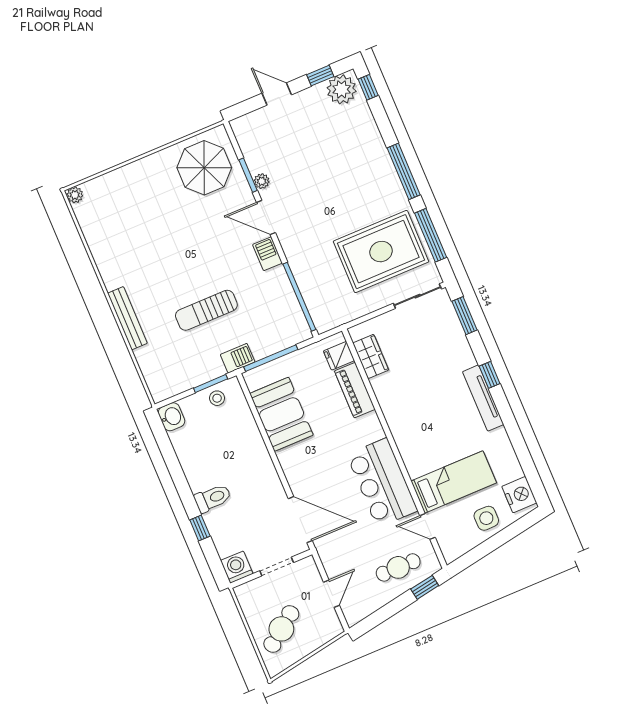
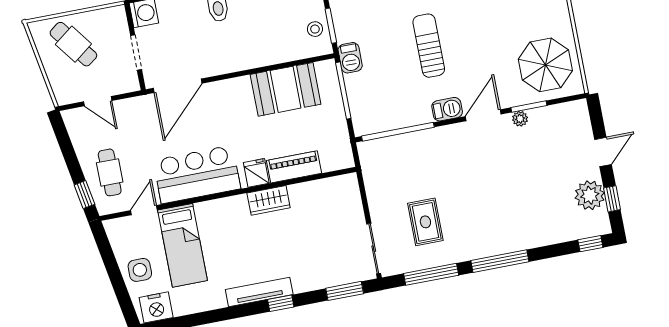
plant: (342, 89) -> (590, 195), moved
rug: (381, 252) -> (425, 222), width x0.54, depth x0.49
sun lounger: (206, 310) -> (429, 46), moved
fridge: (339, 356) -> (256, 173), moved
wardrobe: (371, 356) -> (269, 200), moved

